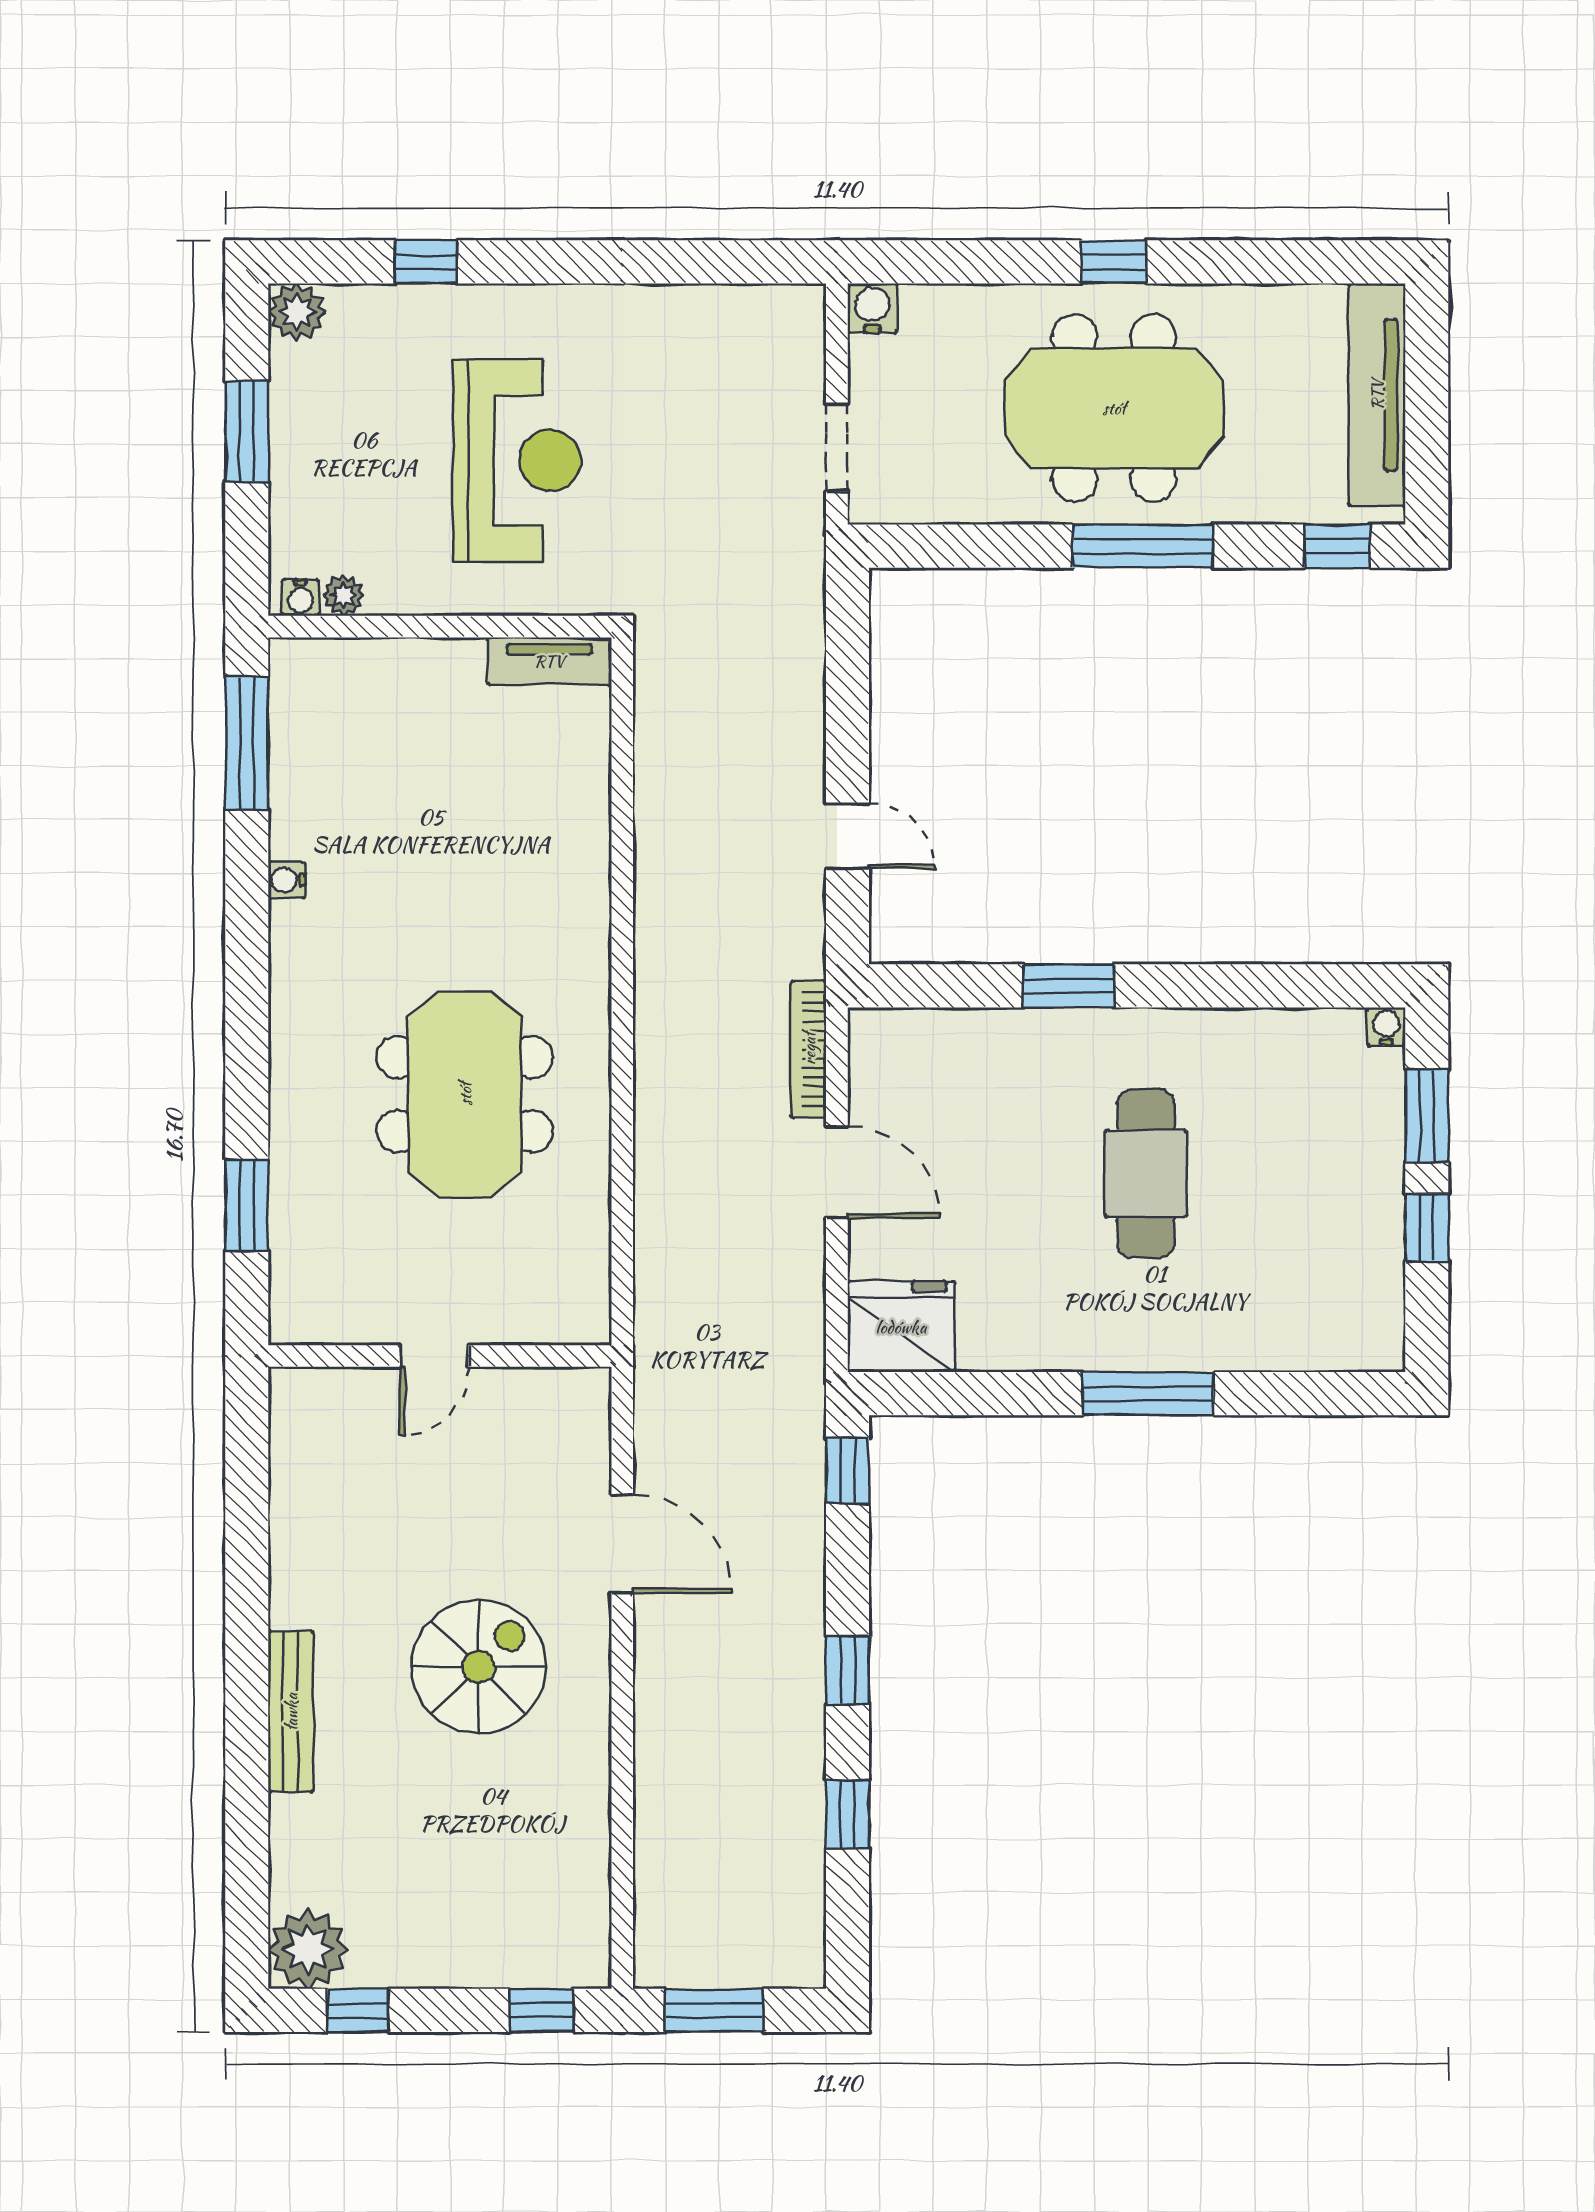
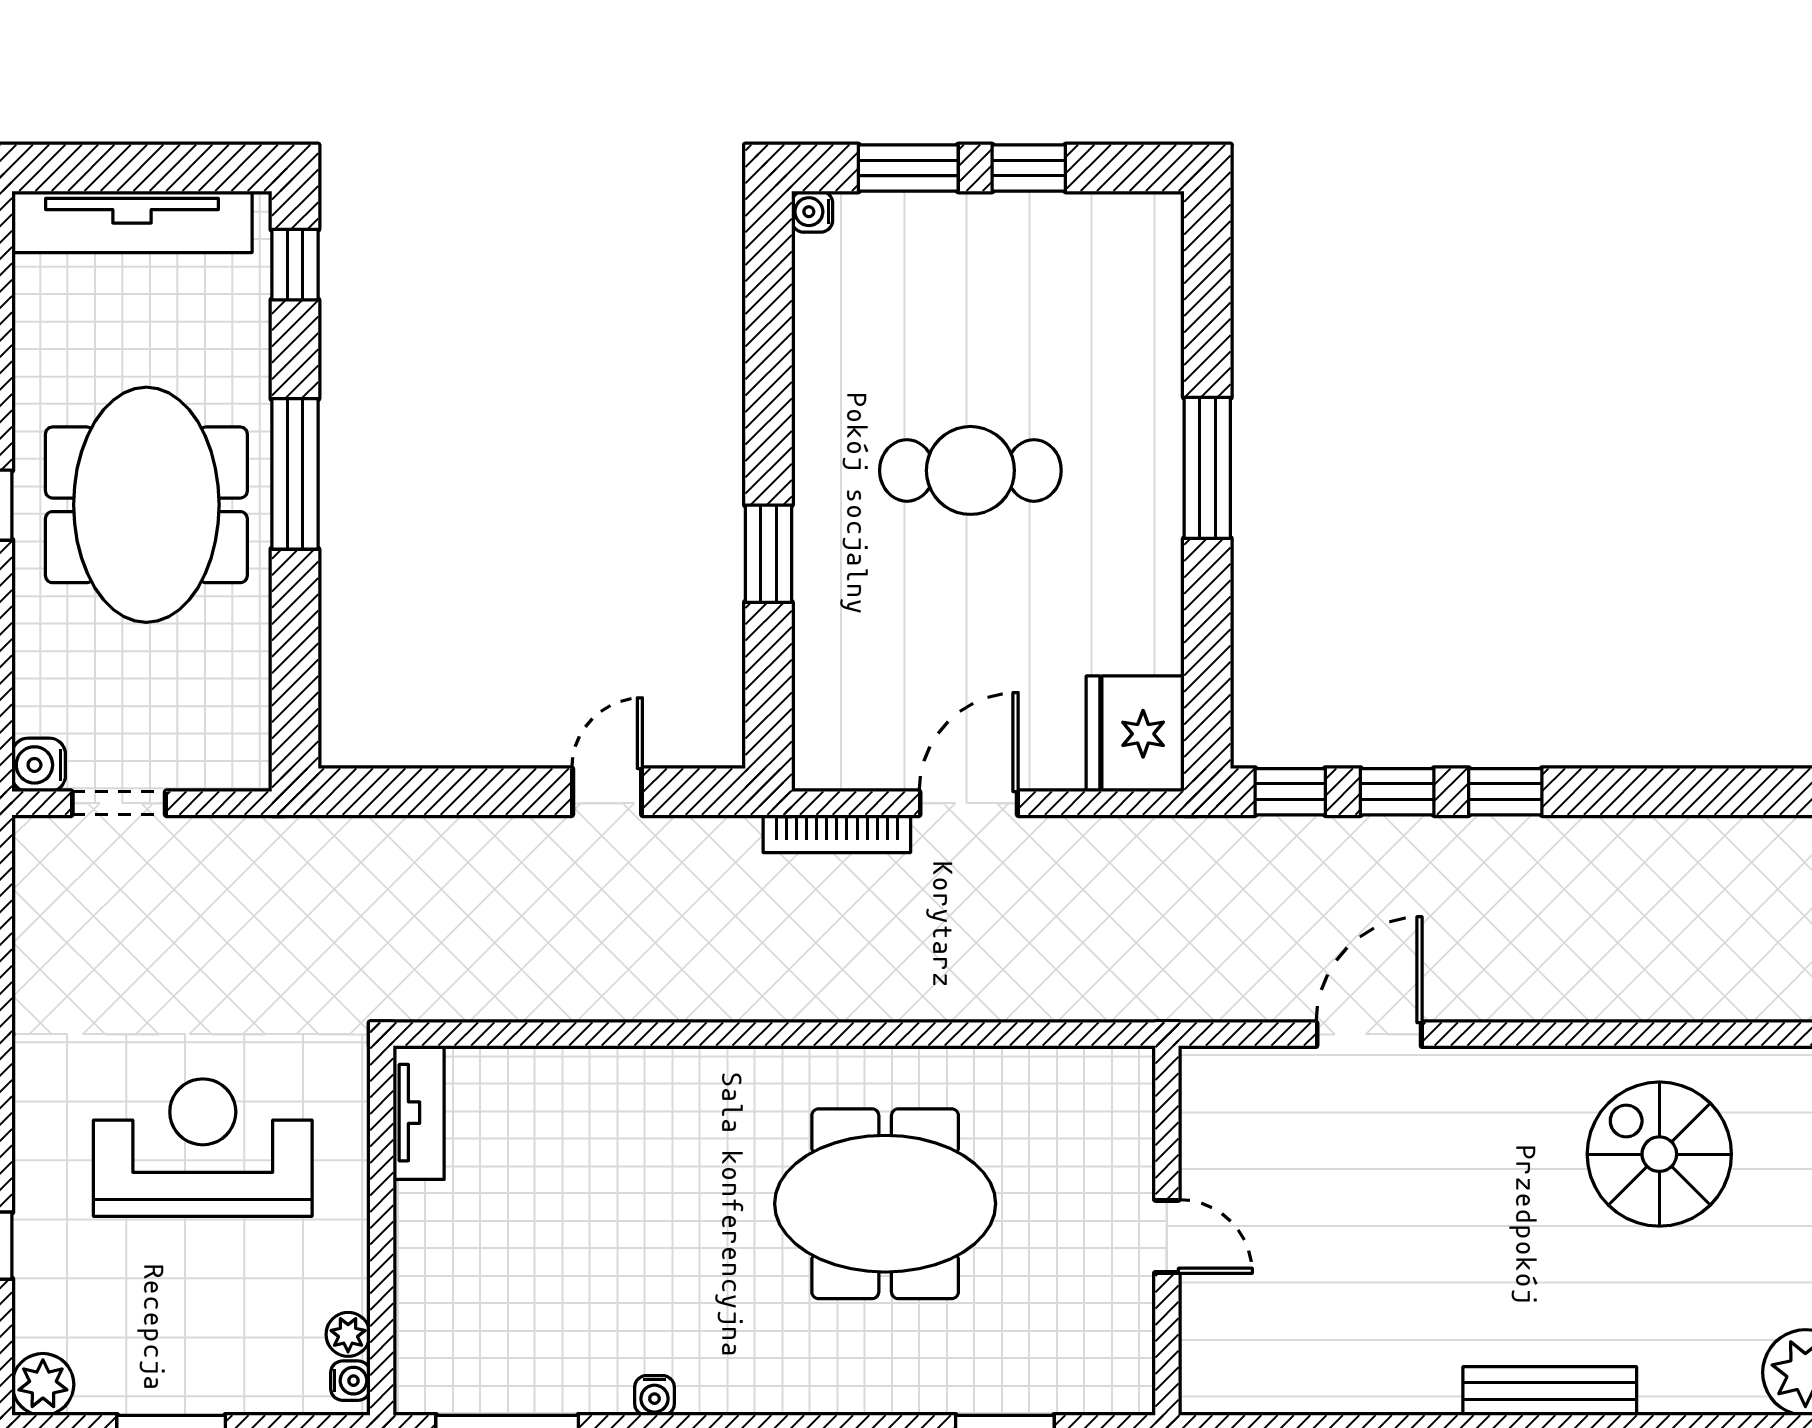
doorway: (837, 448) -> (119, 803), moved
spiral stairs: (479, 1667) -> (1659, 1154), moved
window: (848, 1814) -> (1397, 792), moved

